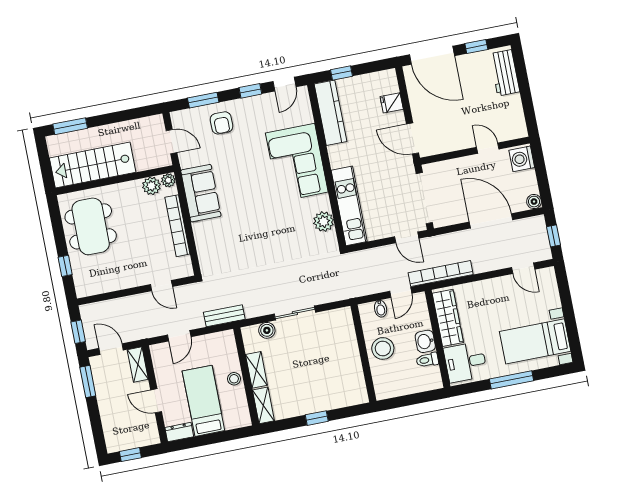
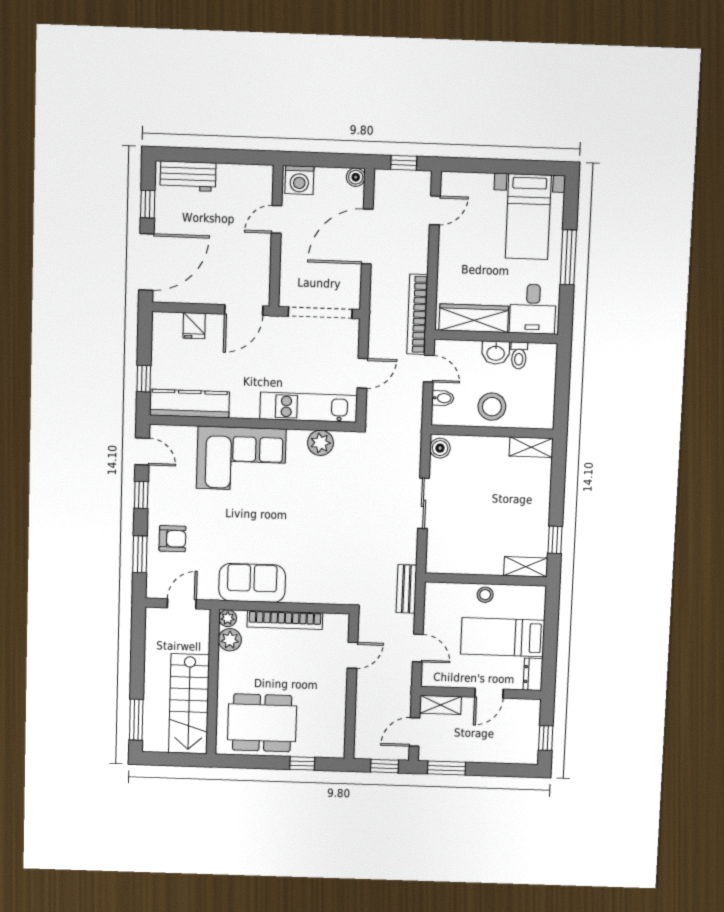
door: (407, 237) -> (362, 373), moved
boiler: (267, 330) -> (440, 448), moved
shelving: (256, 370) -> (531, 447), moved
window: (317, 418) -> (555, 540), moved

